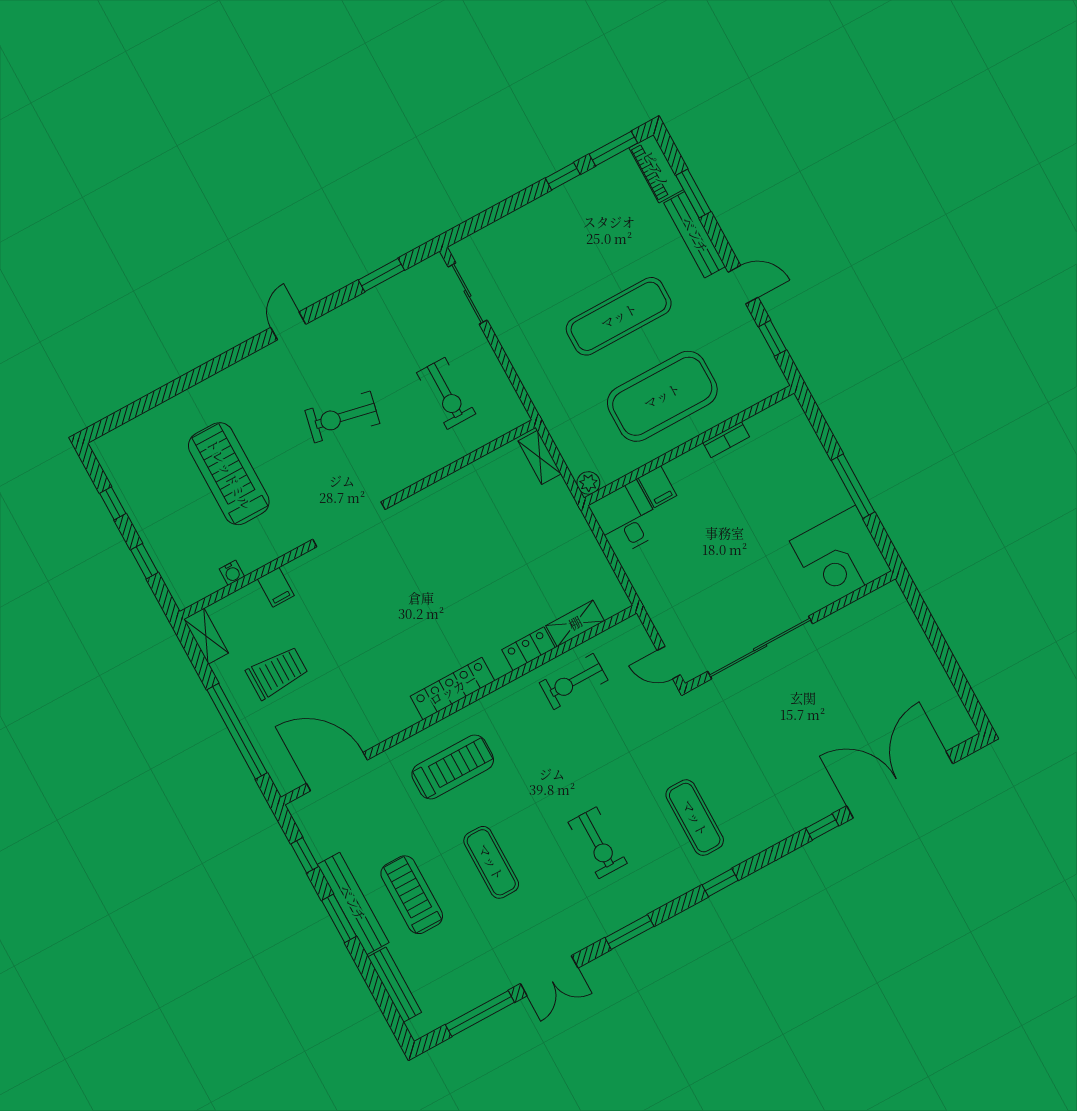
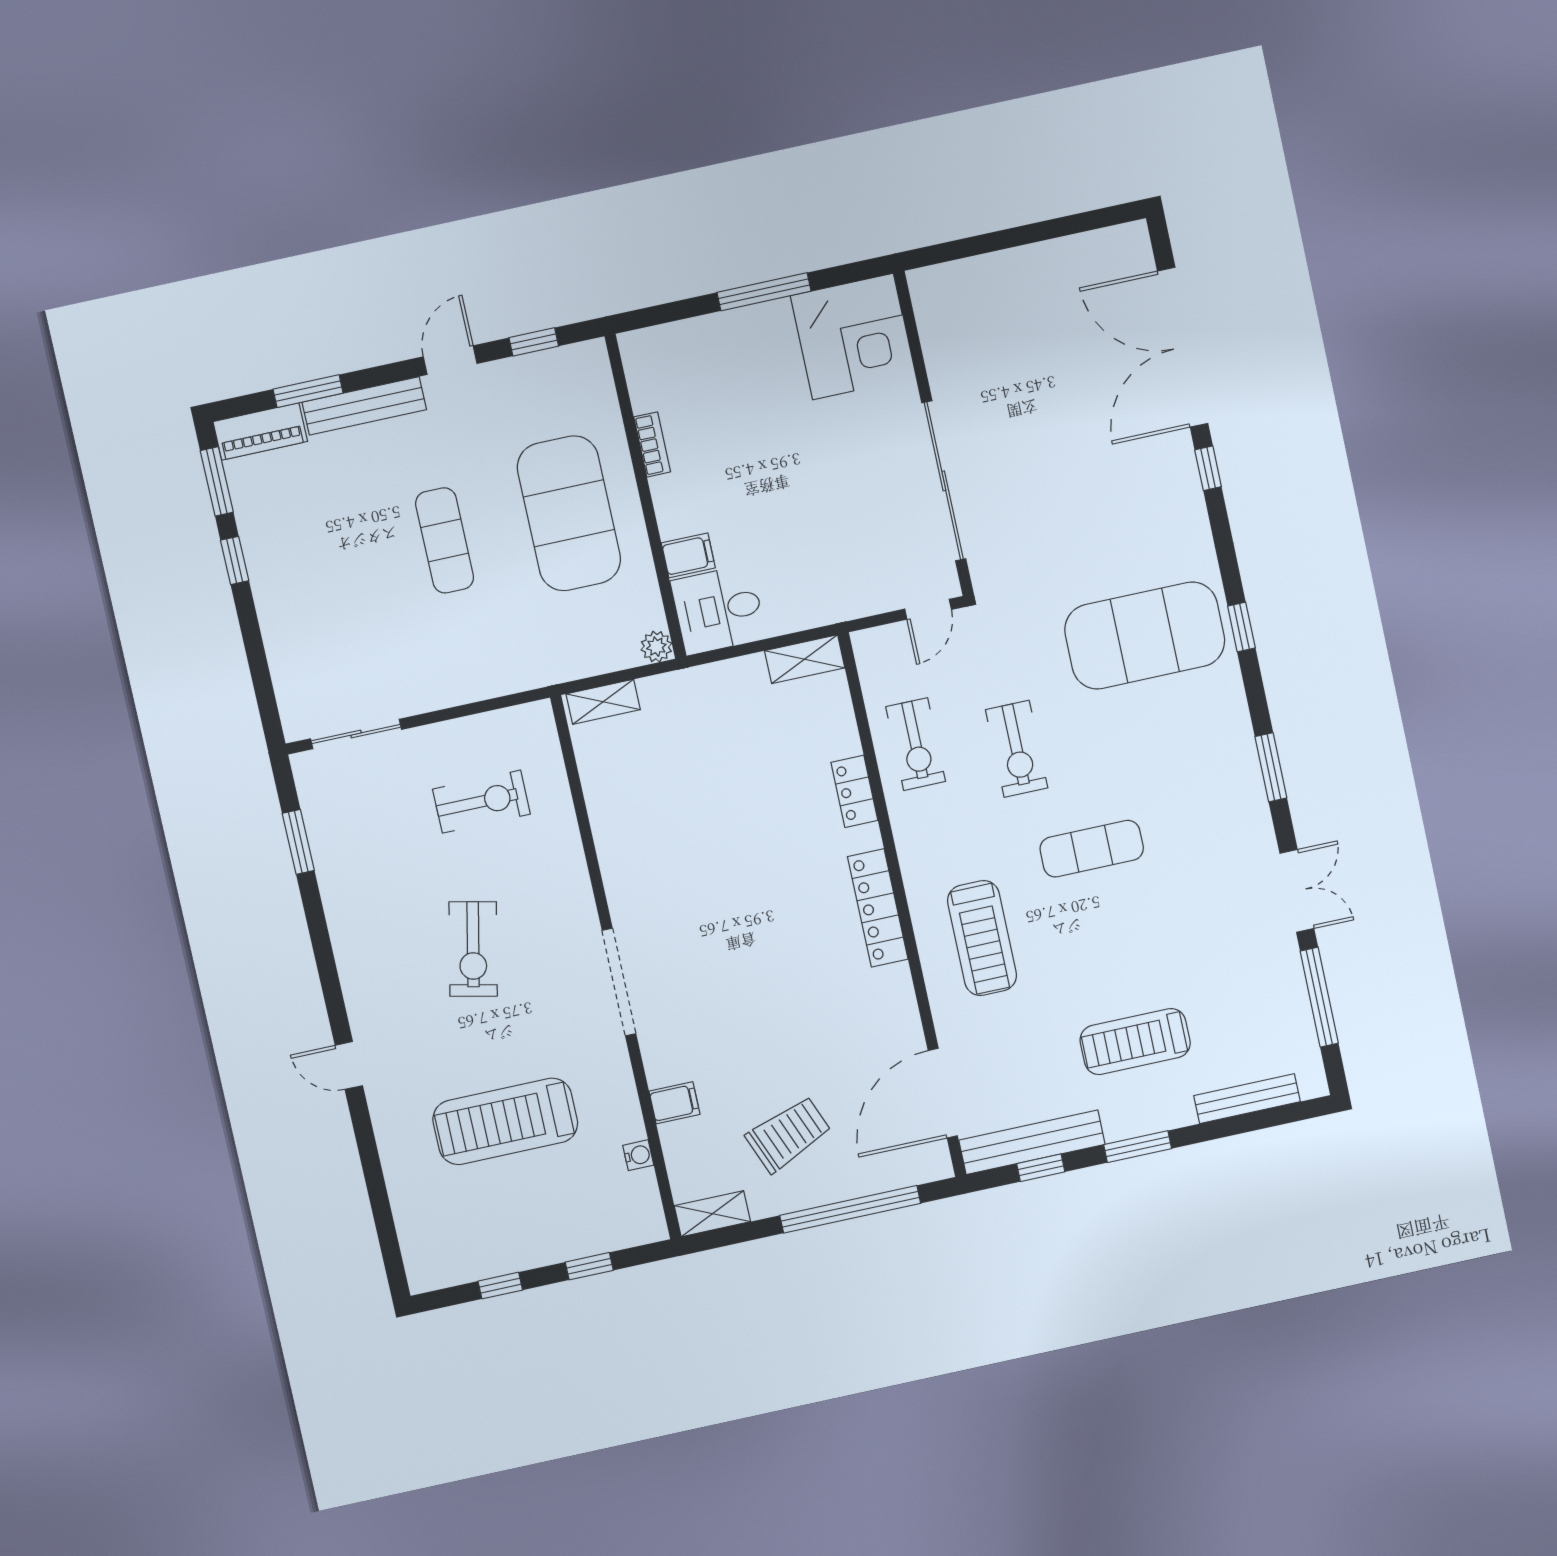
exercise mat: (619, 316) -> (445, 540), width x0.73, depth x0.69
door: (288, 326) -> (349, 1065), moved
shelving: (575, 623) -> (805, 659), moved, turned 90
trolley: (277, 673) -> (788, 1134), turned 68
treadmill: (453, 767) -> (982, 938), turned 180
exercise mat: (695, 818) -> (1145, 635), width x2.00, depth x1.45
exercise bike: (598, 843) -> (1017, 749), moved, turned 90
exercise mat: (491, 862) -> (1092, 849), moved
bench: (353, 903) -> (1032, 1142), moved

